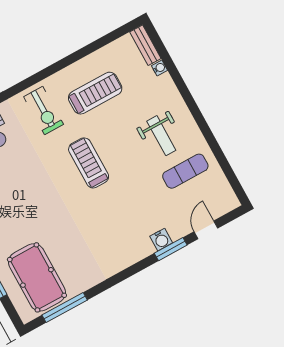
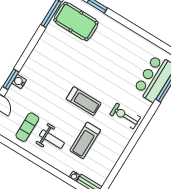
treadmill: (95, 93) -> (85, 140), moved
weight bench: (161, 136) -> (52, 139), turned 180

